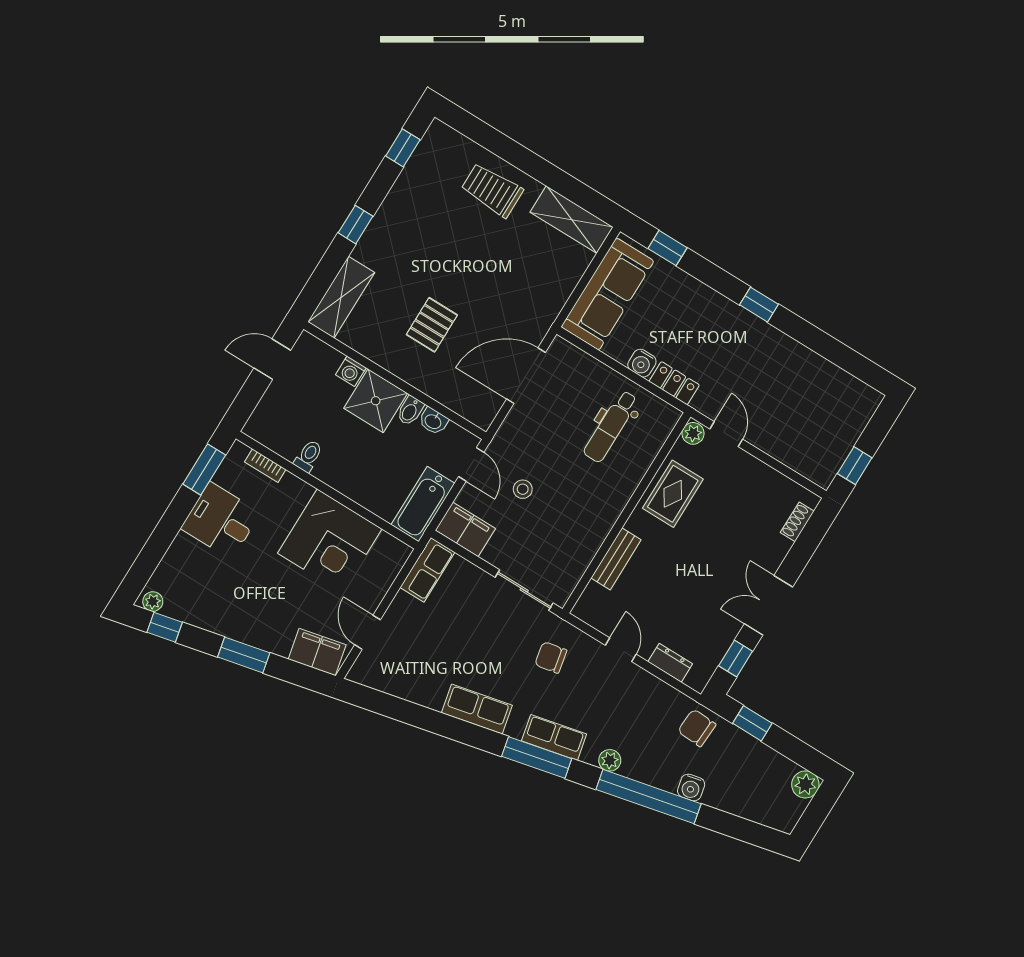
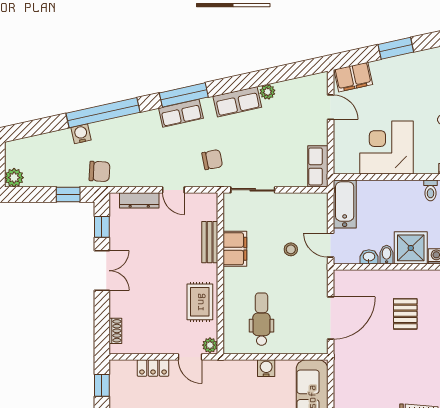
locker: (674, 383) -> (153, 368), moved
filing cabinet: (465, 529) -> (235, 249), moved, turned -90
dresser: (670, 663) -> (139, 200), width x1.44
plant: (610, 760) -> (267, 92), moved

